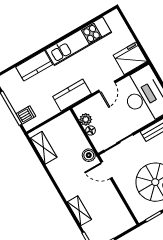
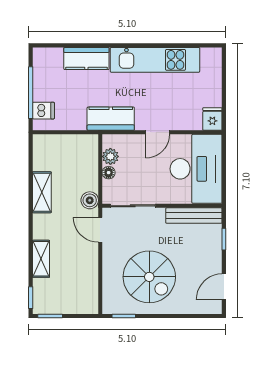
fridge: (130, 58) -> (212, 119), width x0.53, depth x0.75
shelving: (44, 148) -> (42, 192), moved

